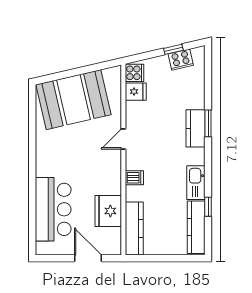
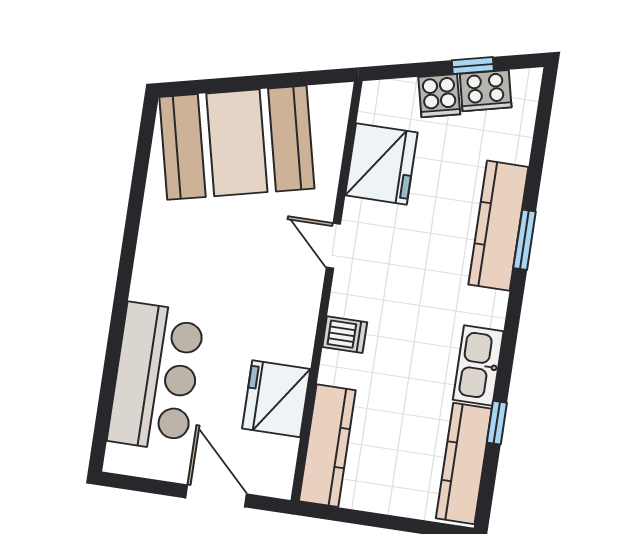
cooker: (134, 73) -> (439, 96), moved, turned 77
fridge: (136, 92) -> (381, 164), width x1.88, depth x1.34
kitchen counter: (196, 128) -> (498, 226), width x1.50
door: (123, 139) -> (333, 246), hinge flipped

